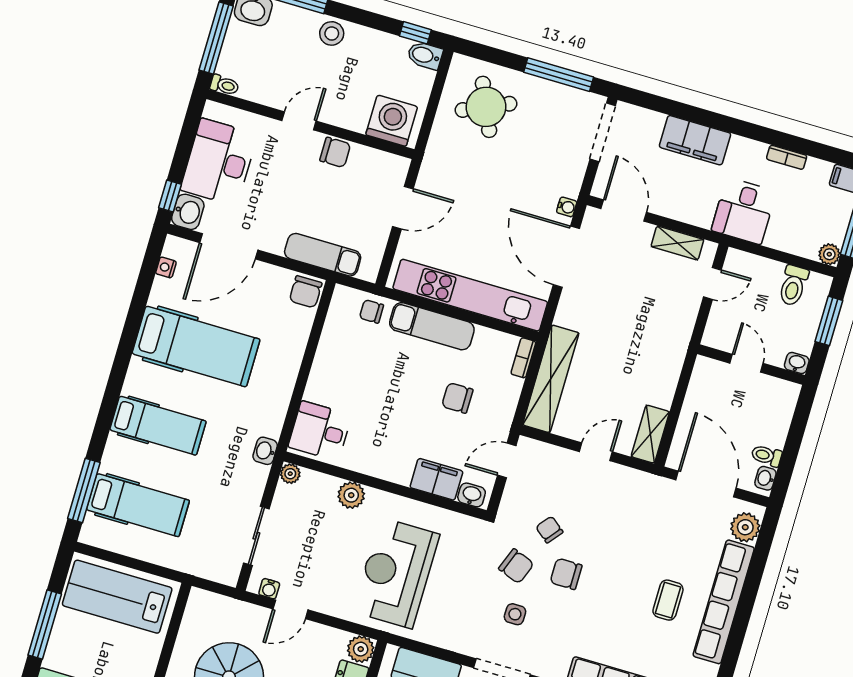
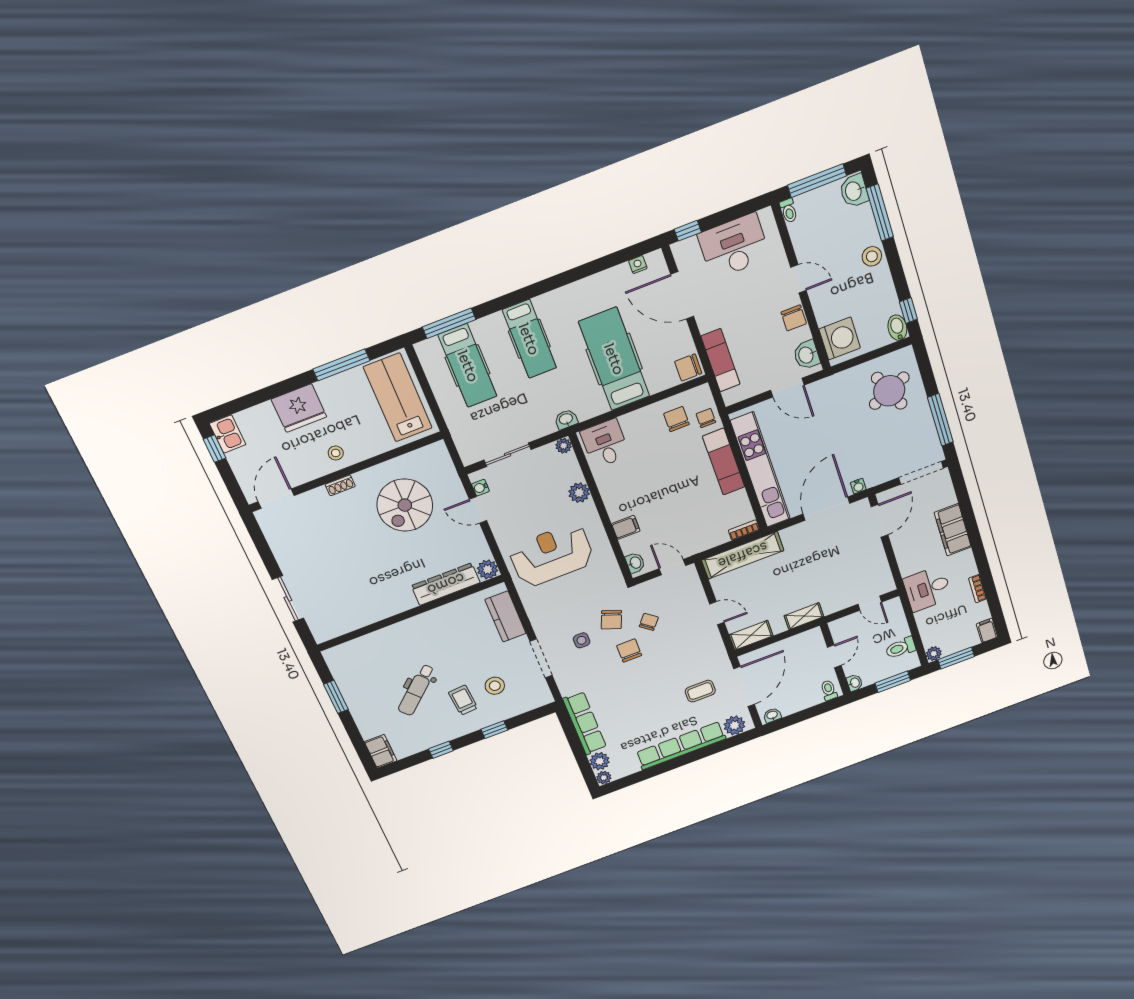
washbasin: (188, 212) -> (807, 355), moved, turned 90
shelving: (677, 243) -> (804, 616), moved, turned 90
hospital bed: (196, 346) -> (614, 359), moved, turned 180
chair: (457, 398) -> (676, 419), moved
toilet: (766, 456) -> (829, 690), moved
filing cabinet: (436, 479) -> (626, 527), width x0.50
coffee table: (668, 600) -> (700, 691), moved

